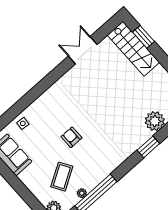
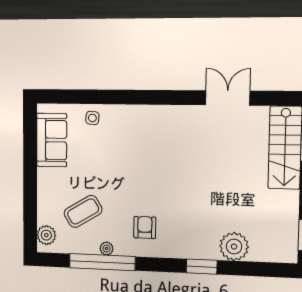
armchair: (71, 137) -> (145, 227), moved
plant: (82, 193) -> (107, 249), moved

